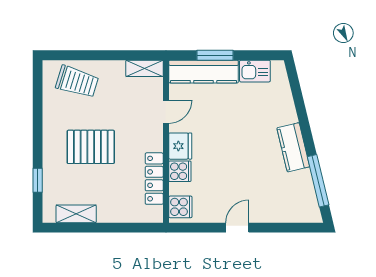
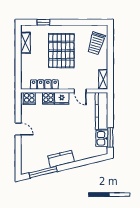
window: (215, 55) -> (110, 137), moved
pallet: (91, 147) -> (61, 51), width x1.37, depth x1.41

